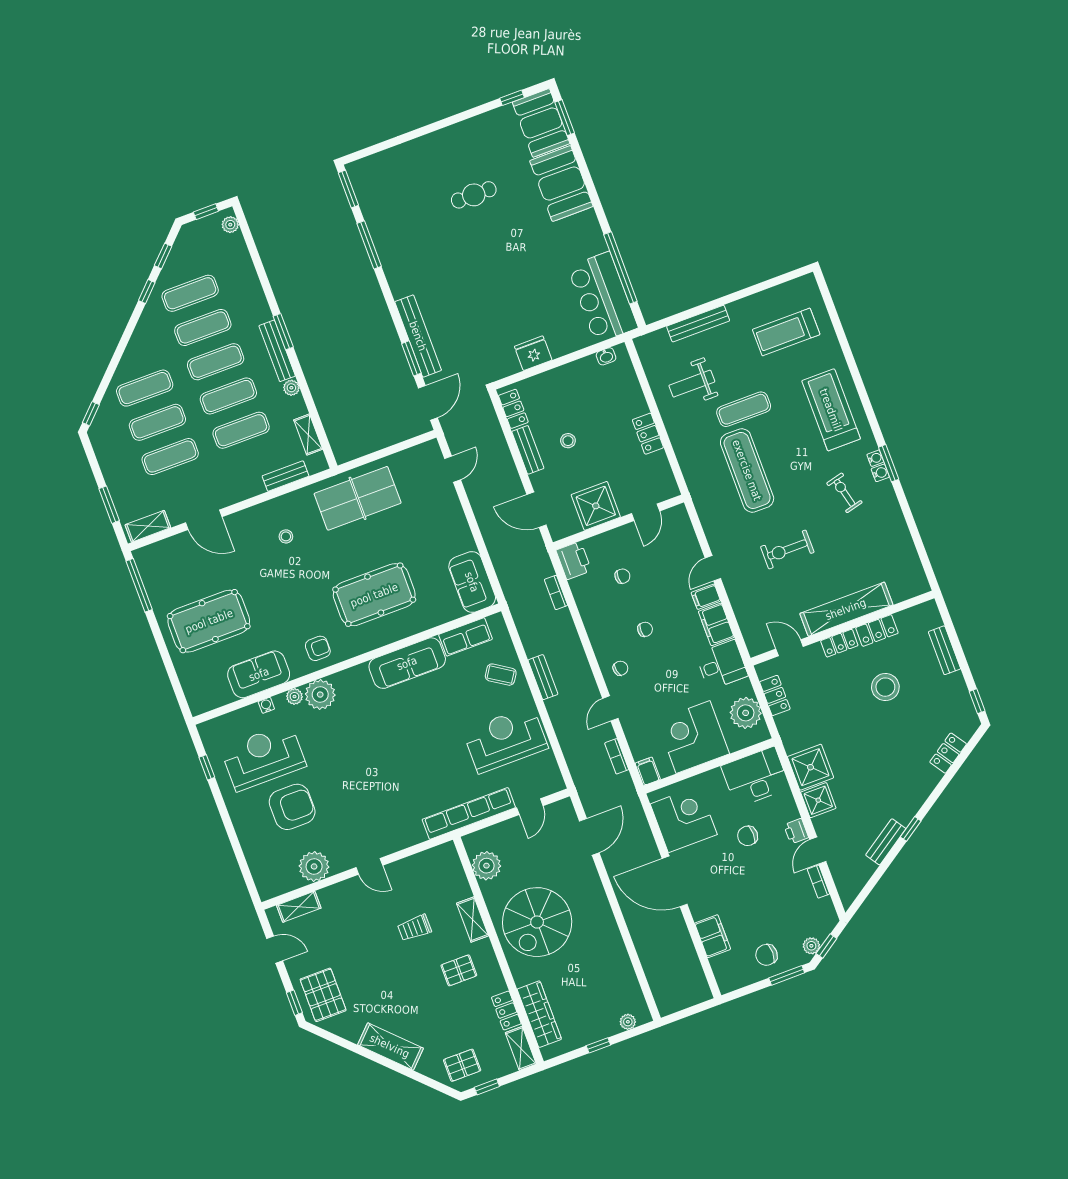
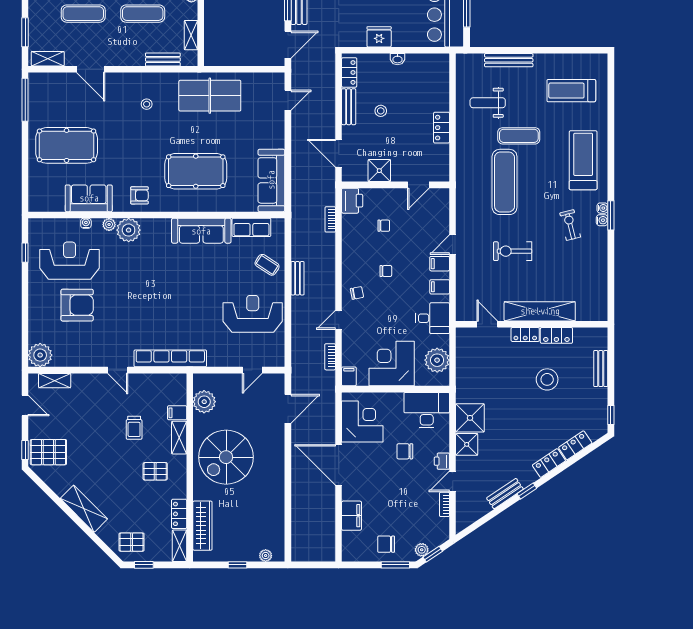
washbasin: (606, 356) -> (397, 59), moved
shower: (596, 506) -> (379, 171), width x0.73, depth x0.73
sofa: (472, 582) -> (271, 180), width x1.36
filing cabinet: (716, 624) -> (440, 287), width x0.50
locker: (775, 695) -> (549, 463), moved, turned -124
row of seats: (469, 813) -> (170, 358), moved
plant: (314, 866) -> (40, 355), moved
filing cabinet: (459, 891) -> (177, 413), added
trolley: (414, 928) -> (134, 428), turned -90
pallet: (323, 995) -> (48, 452), turned 90

